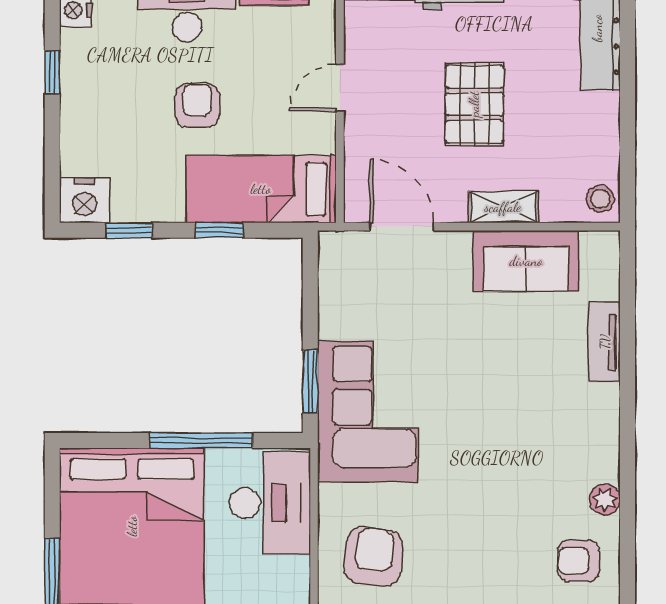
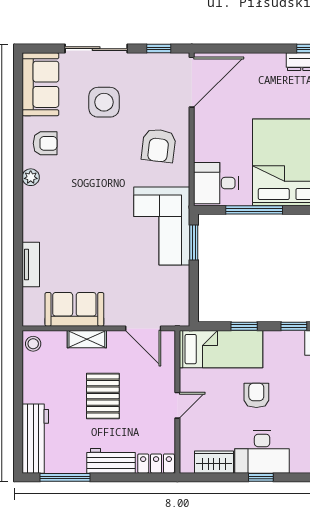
armchair: (197, 105) -> (256, 395), turned 180
desk: (270, 503) -> (216, 183), width x0.73

